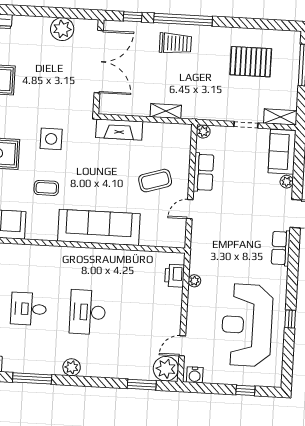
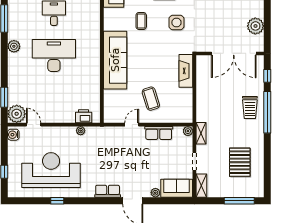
shelving: (166, 111) -> (201, 133), moved
door: (190, 209) -> (132, 125), hinge flipped
desk: (88, 312) -> (54, 55), width x1.36, depth x1.30

